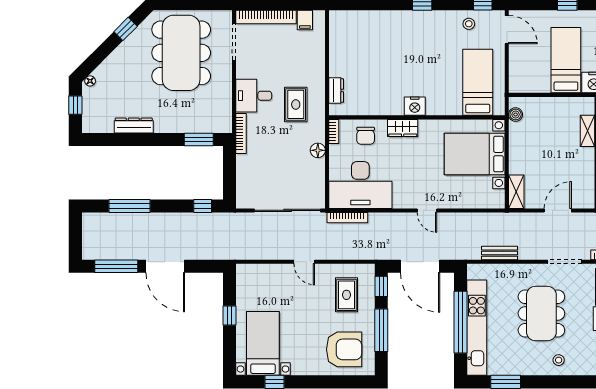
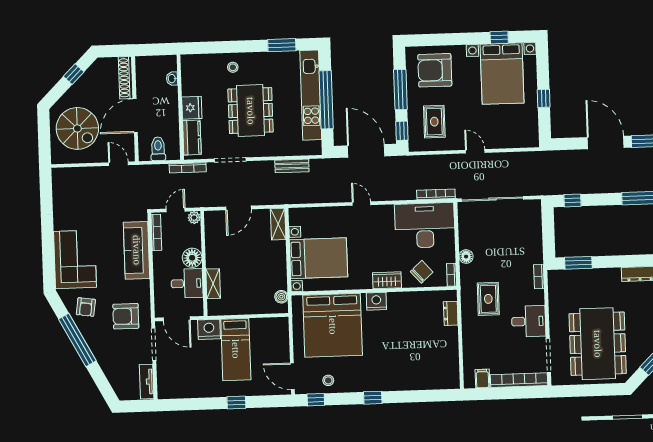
bed: (478, 82) -> (333, 325), width x2.04
desk: (254, 96) -> (529, 321), moved
bookcase: (241, 134) -> (539, 277), width x0.64
chair: (366, 136) -> (422, 272), turned 48
bed with nightstands: (263, 343) -> (502, 74), width x1.36

